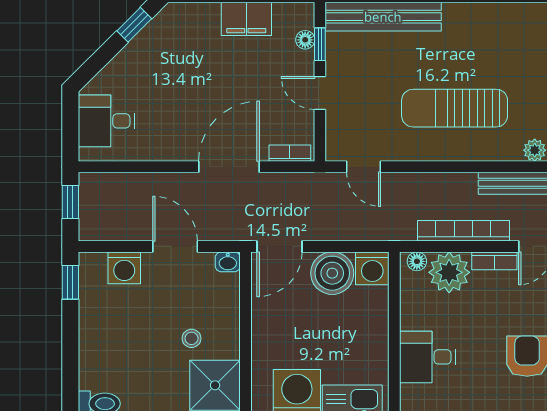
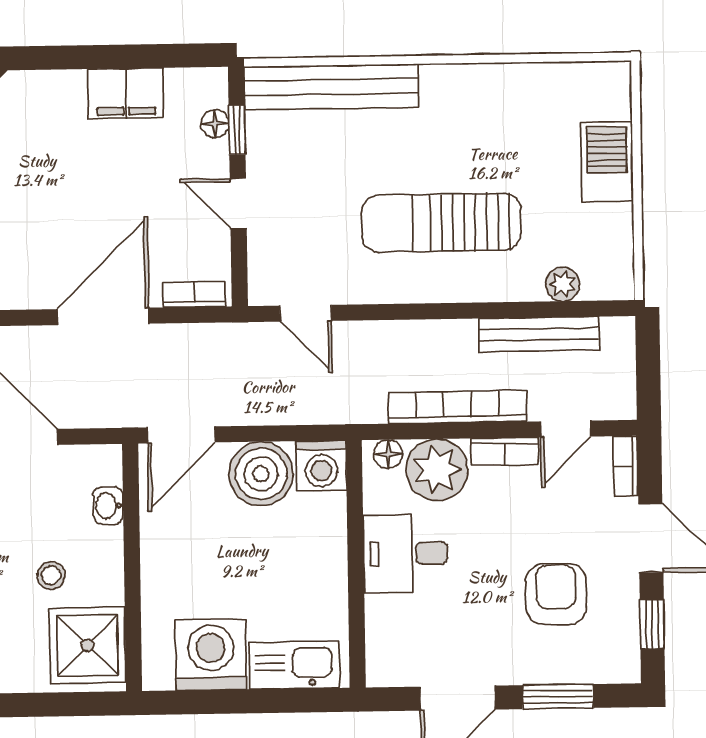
washbasin: (228, 262) -> (108, 506), moved, turned 90
desk: (427, 357) -> (406, 553), moved

